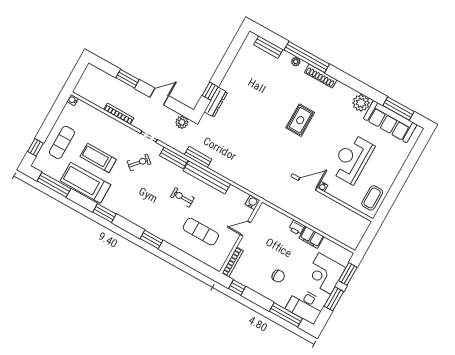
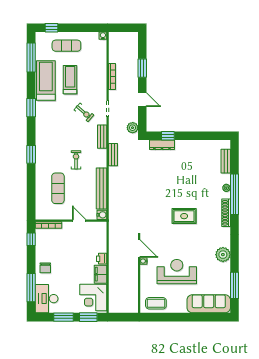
sofa: (390, 122) -> (209, 304), moved, turned 90
bench: (207, 177) -> (101, 189), moved
corner desk: (325, 273) -> (93, 298), moved, turned -90
chair: (278, 276) -> (45, 268), moved

